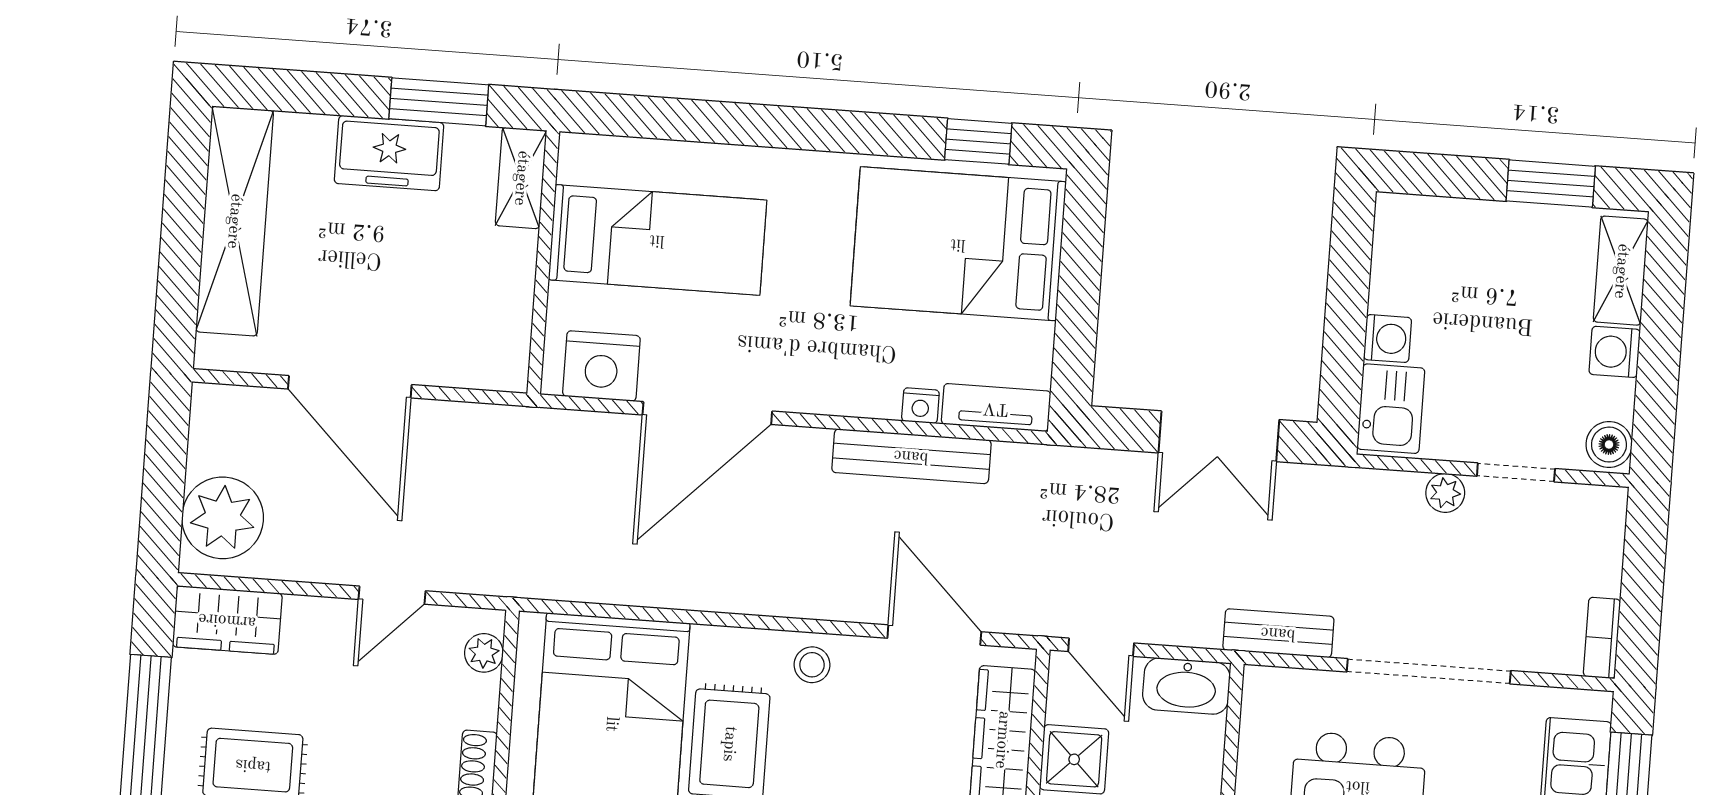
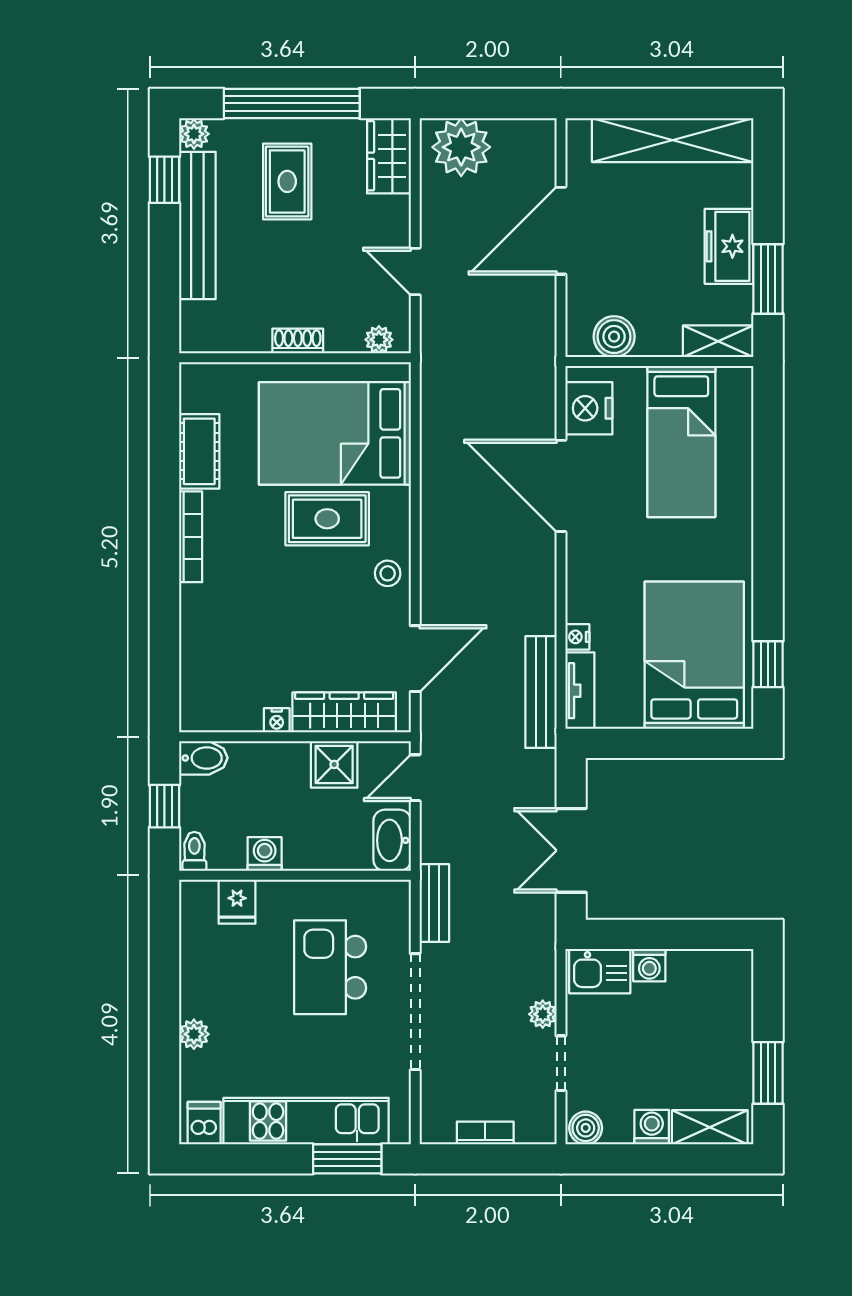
boiler: (504, 323) -> (614, 337), added
bench: (911, 456) -> (541, 692), moved
bookcase: (1602, 638) -> (485, 1133), moved

